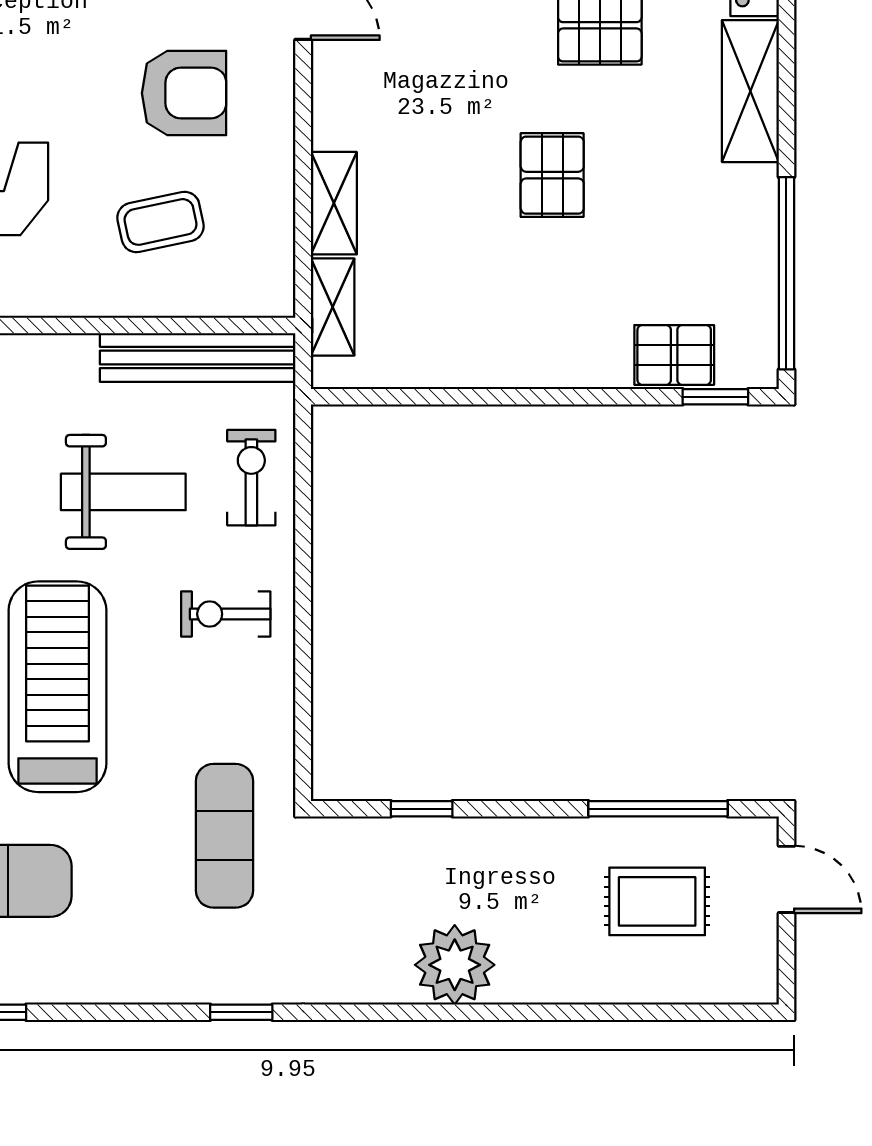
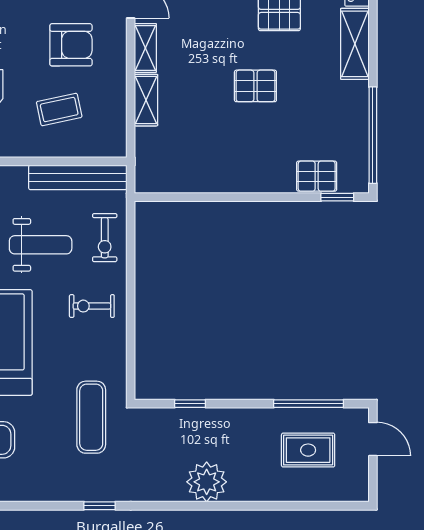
pallet: (552, 175) -> (255, 86), turned 90
shelving: (333, 307) -> (145, 48), moved
exercise bike: (251, 478) -> (105, 238), turned 180

